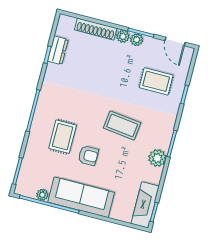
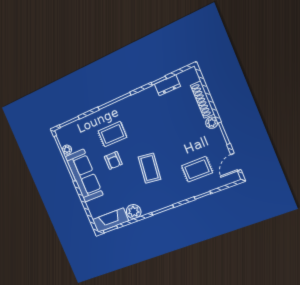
plant: (137, 40) -> (217, 134), removed
rug: (156, 81) -> (197, 169), turned 90
plant: (157, 158) -> (134, 212), moved

